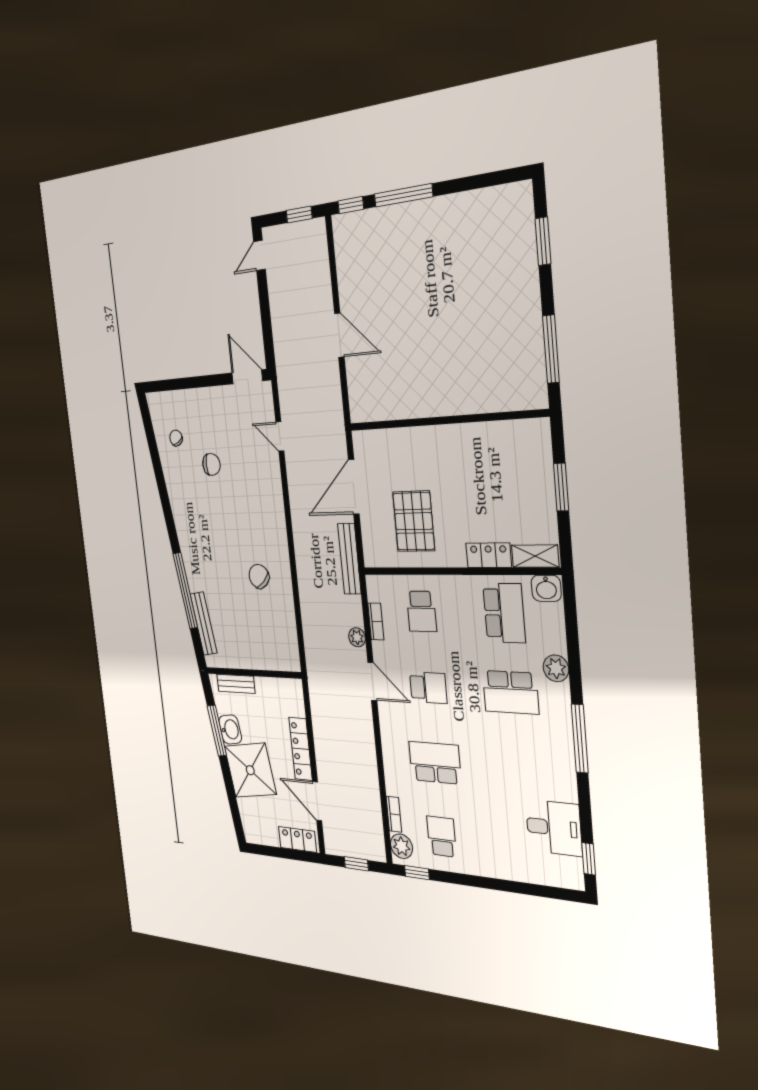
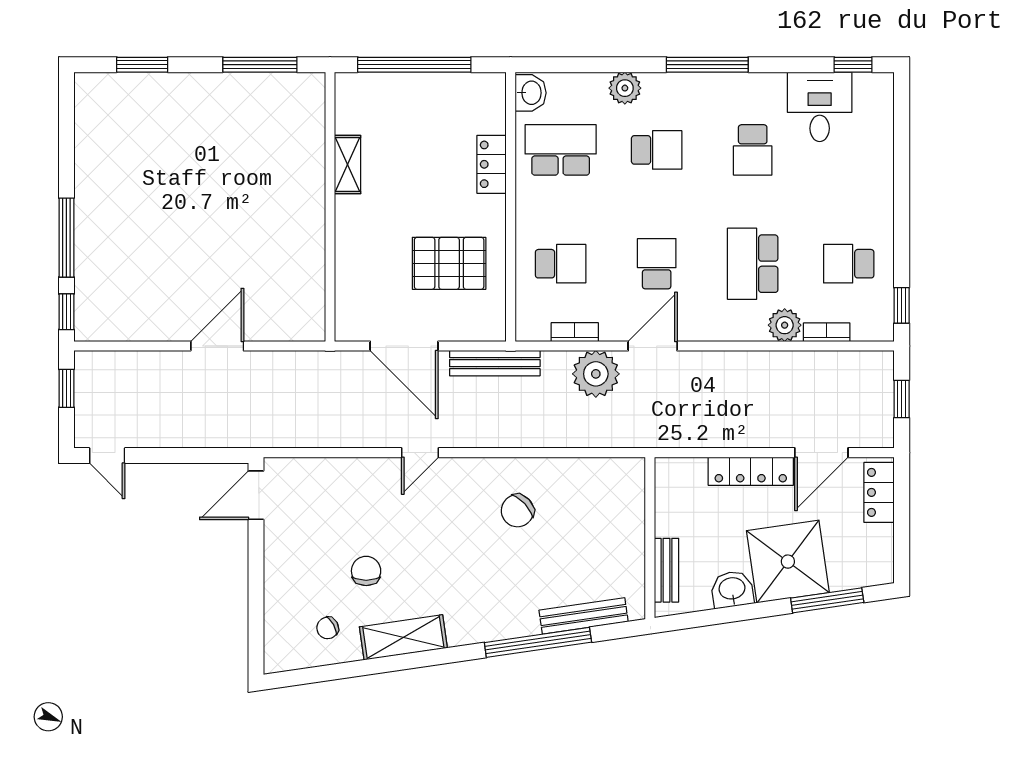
door: (280, 436) -> (420, 453), moved
window: (561, 487) -> (414, 65), width x2.11
shelving: (177, 494) -> (403, 637), added
shelving: (535, 556) -> (348, 165), moved
plant: (357, 637) -> (596, 374), width x1.88, depth x1.88
school desk: (511, 692) -> (657, 150), width x0.54
window: (217, 731) -> (827, 600), moved
school desk: (517, 770) -> (753, 150), added
plant: (402, 846) -> (785, 325), moved

